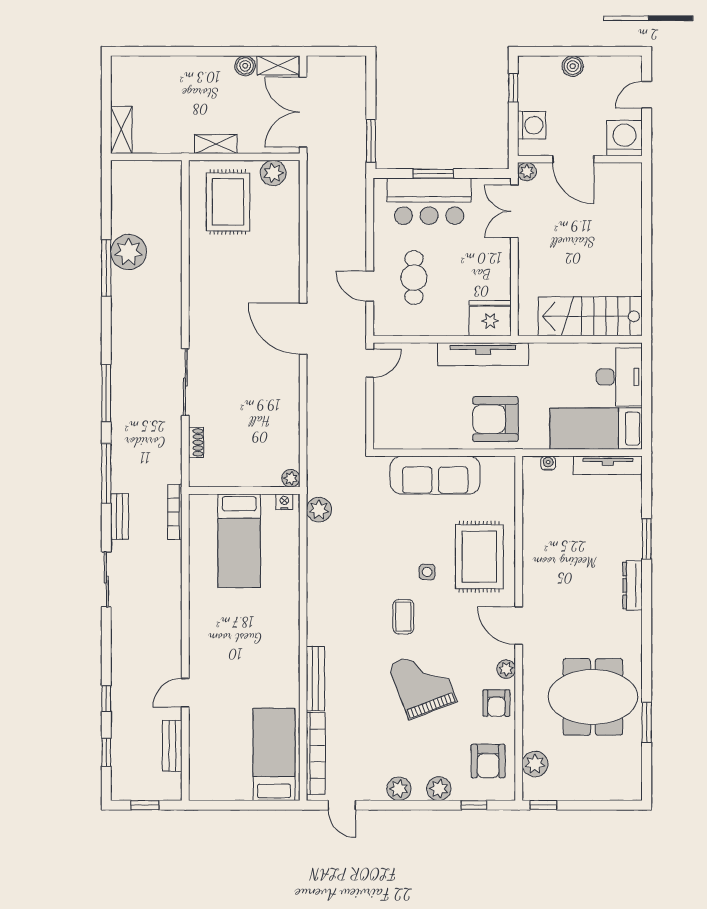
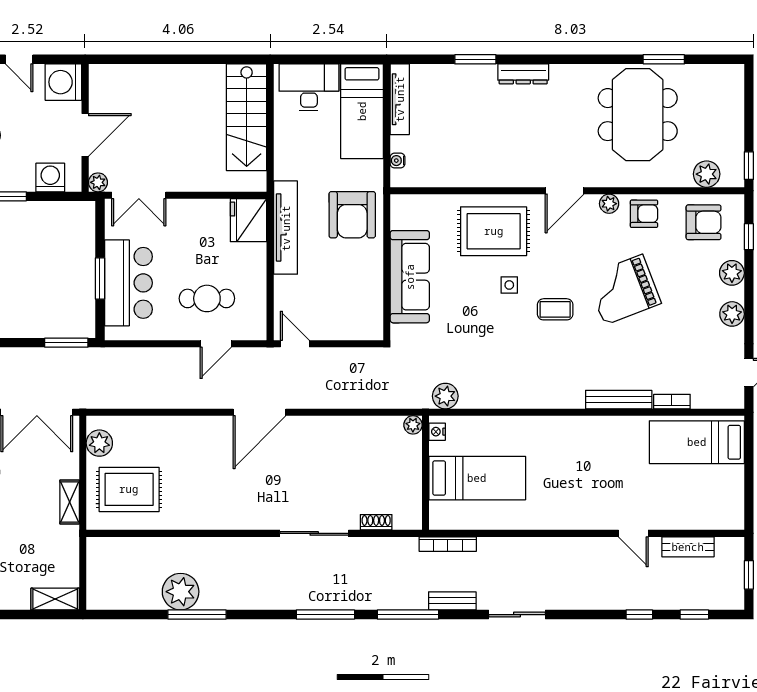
bookcase: (316, 754) -> (672, 402), width x0.43, depth x0.76

